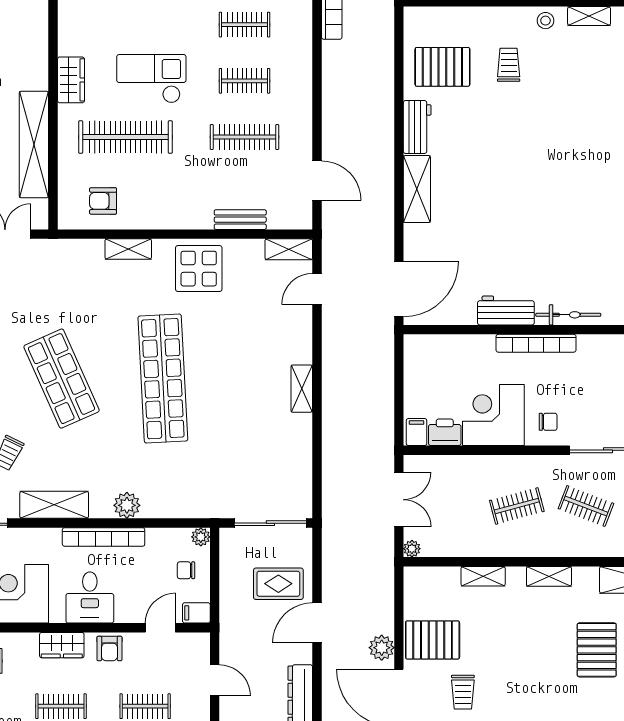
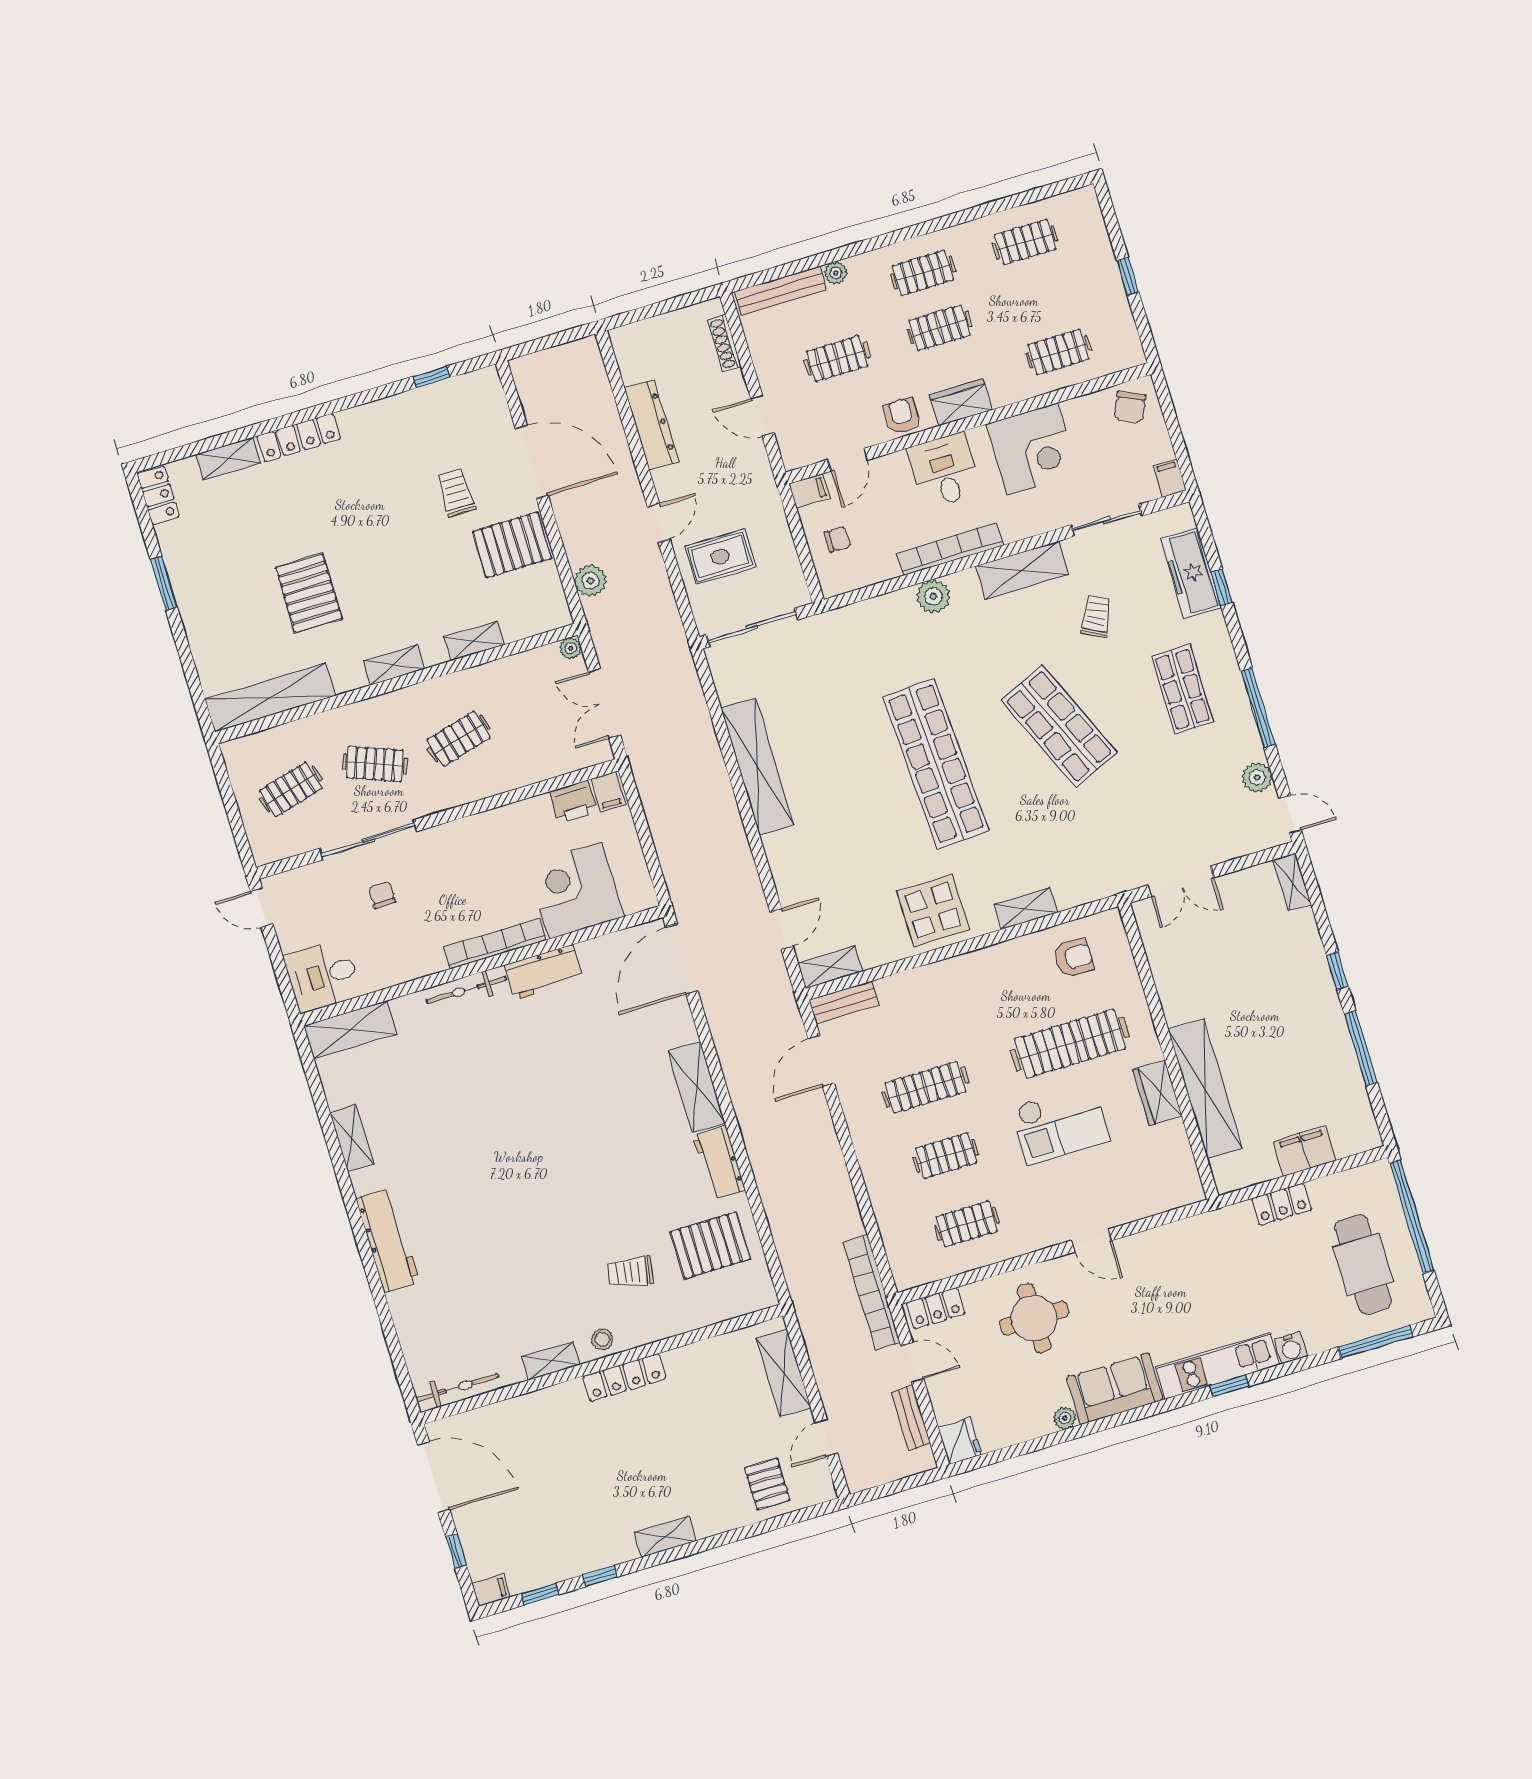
trolley: (509, 65) -> (631, 1272), turned 100
shelving: (34, 145) -> (1205, 1089), moved
door: (317, 181) -> (821, 1061), hinge flipped
bench: (240, 220) -> (844, 1002), moved
shelving: (302, 389) -> (757, 766), width x2.20, depth x1.33
corner desk: (493, 415) -> (575, 891), moved, turned 180
chair: (548, 422) -> (382, 895), moved, turned 90
plant: (201, 537) -> (832, 585), removed
door: (317, 623) -> (659, 523), width x0.73
plant: (382, 648) -> (590, 581), moved

